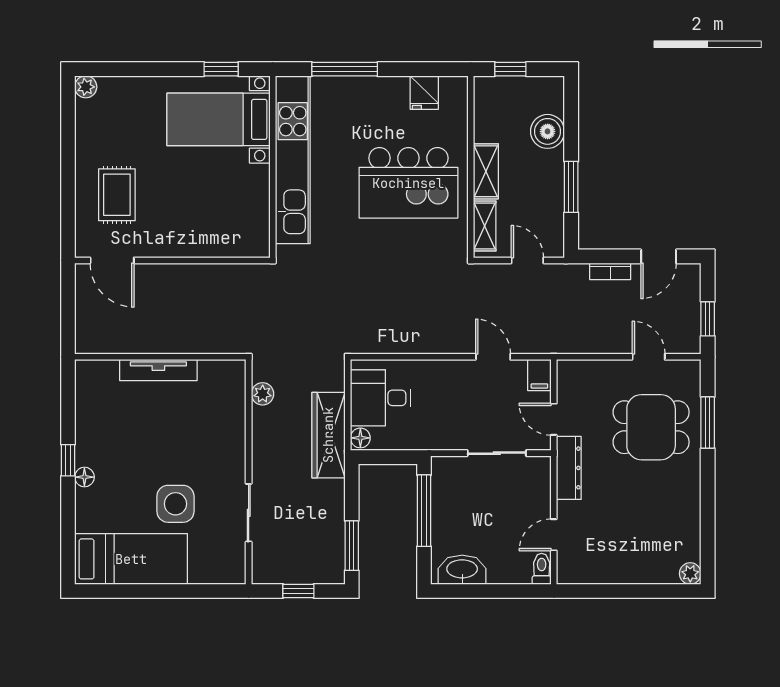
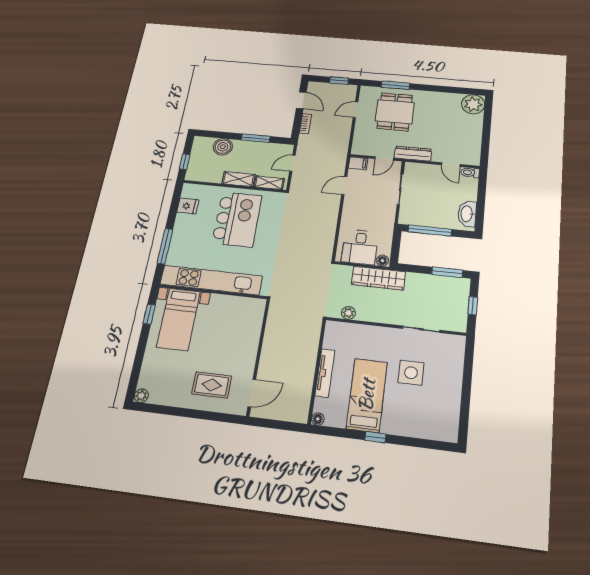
floor lamp: (84, 477) -> (318, 419), moved
bed: (131, 559) -> (367, 395), moved
plant: (690, 574) -> (473, 104), width x1.87, depth x1.87

